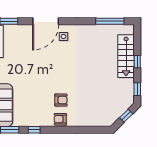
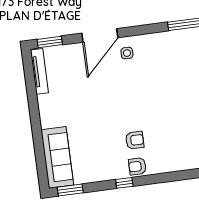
window: (34, 130) -> (124, 183), moved

